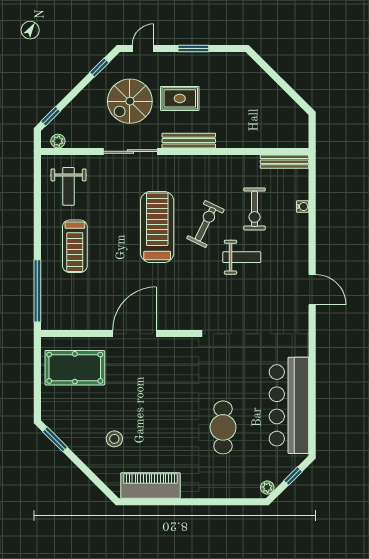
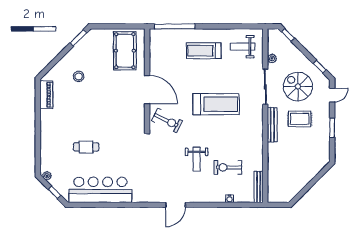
door: (143, 48) -> (332, 95), hinge flipped
rug: (180, 98) -> (300, 119), turned 90
plant: (58, 141) -> (272, 58), moved
exercise bike: (205, 224) -> (167, 121), moved
cafe table: (223, 427) -> (86, 147), width x0.73, depth x0.74
piano: (150, 485) -> (46, 95), width x0.73, depth x0.75

